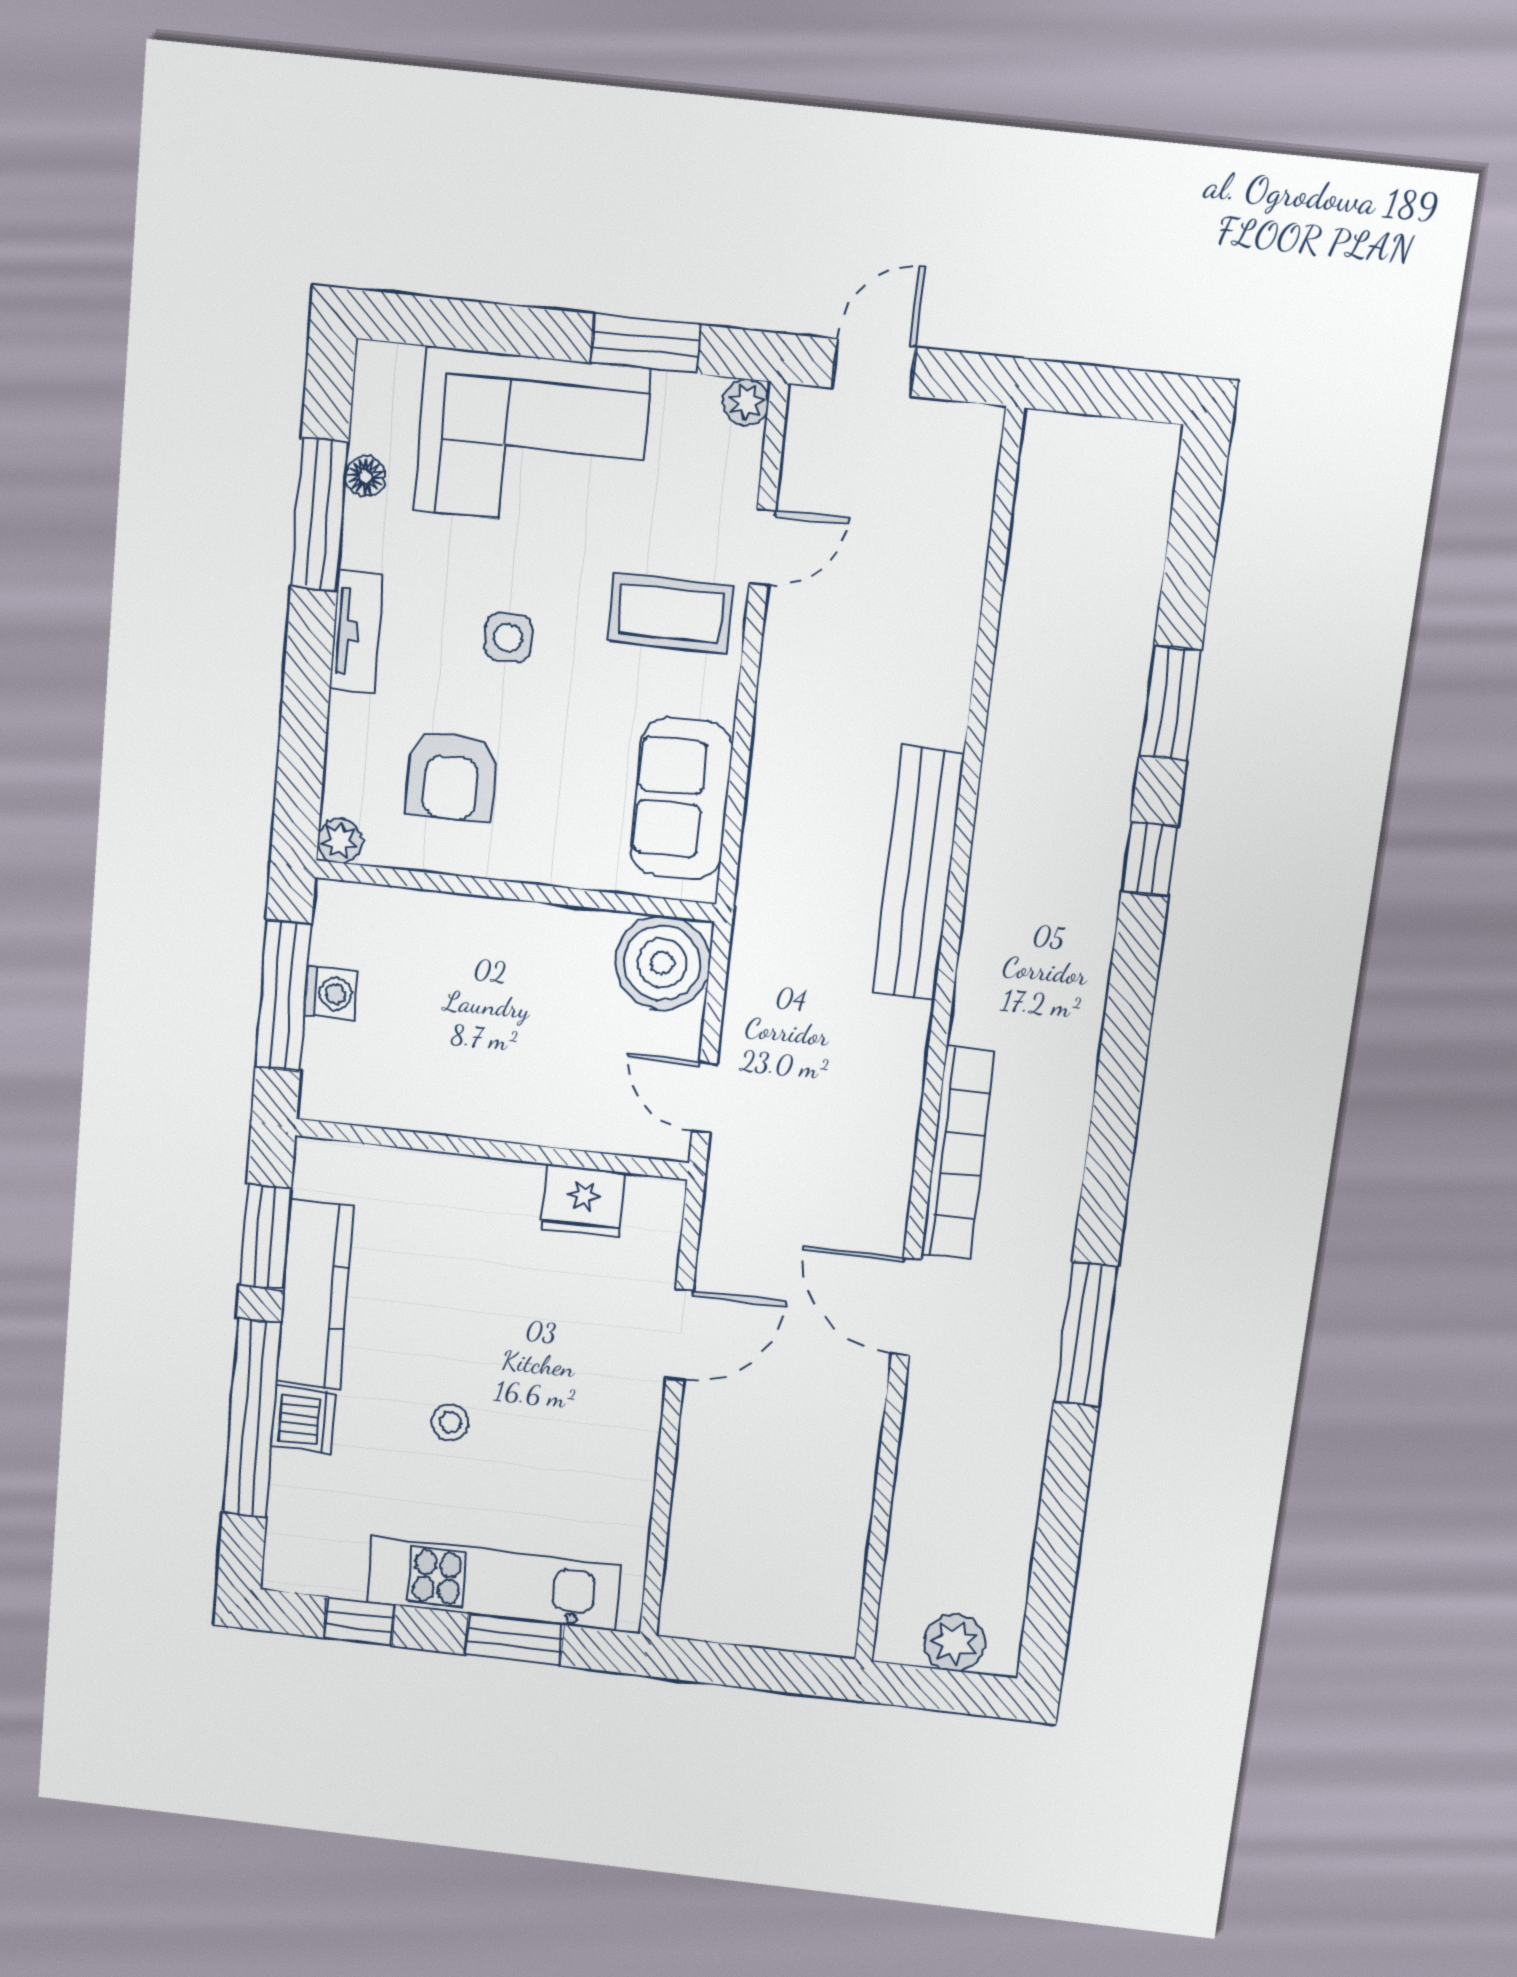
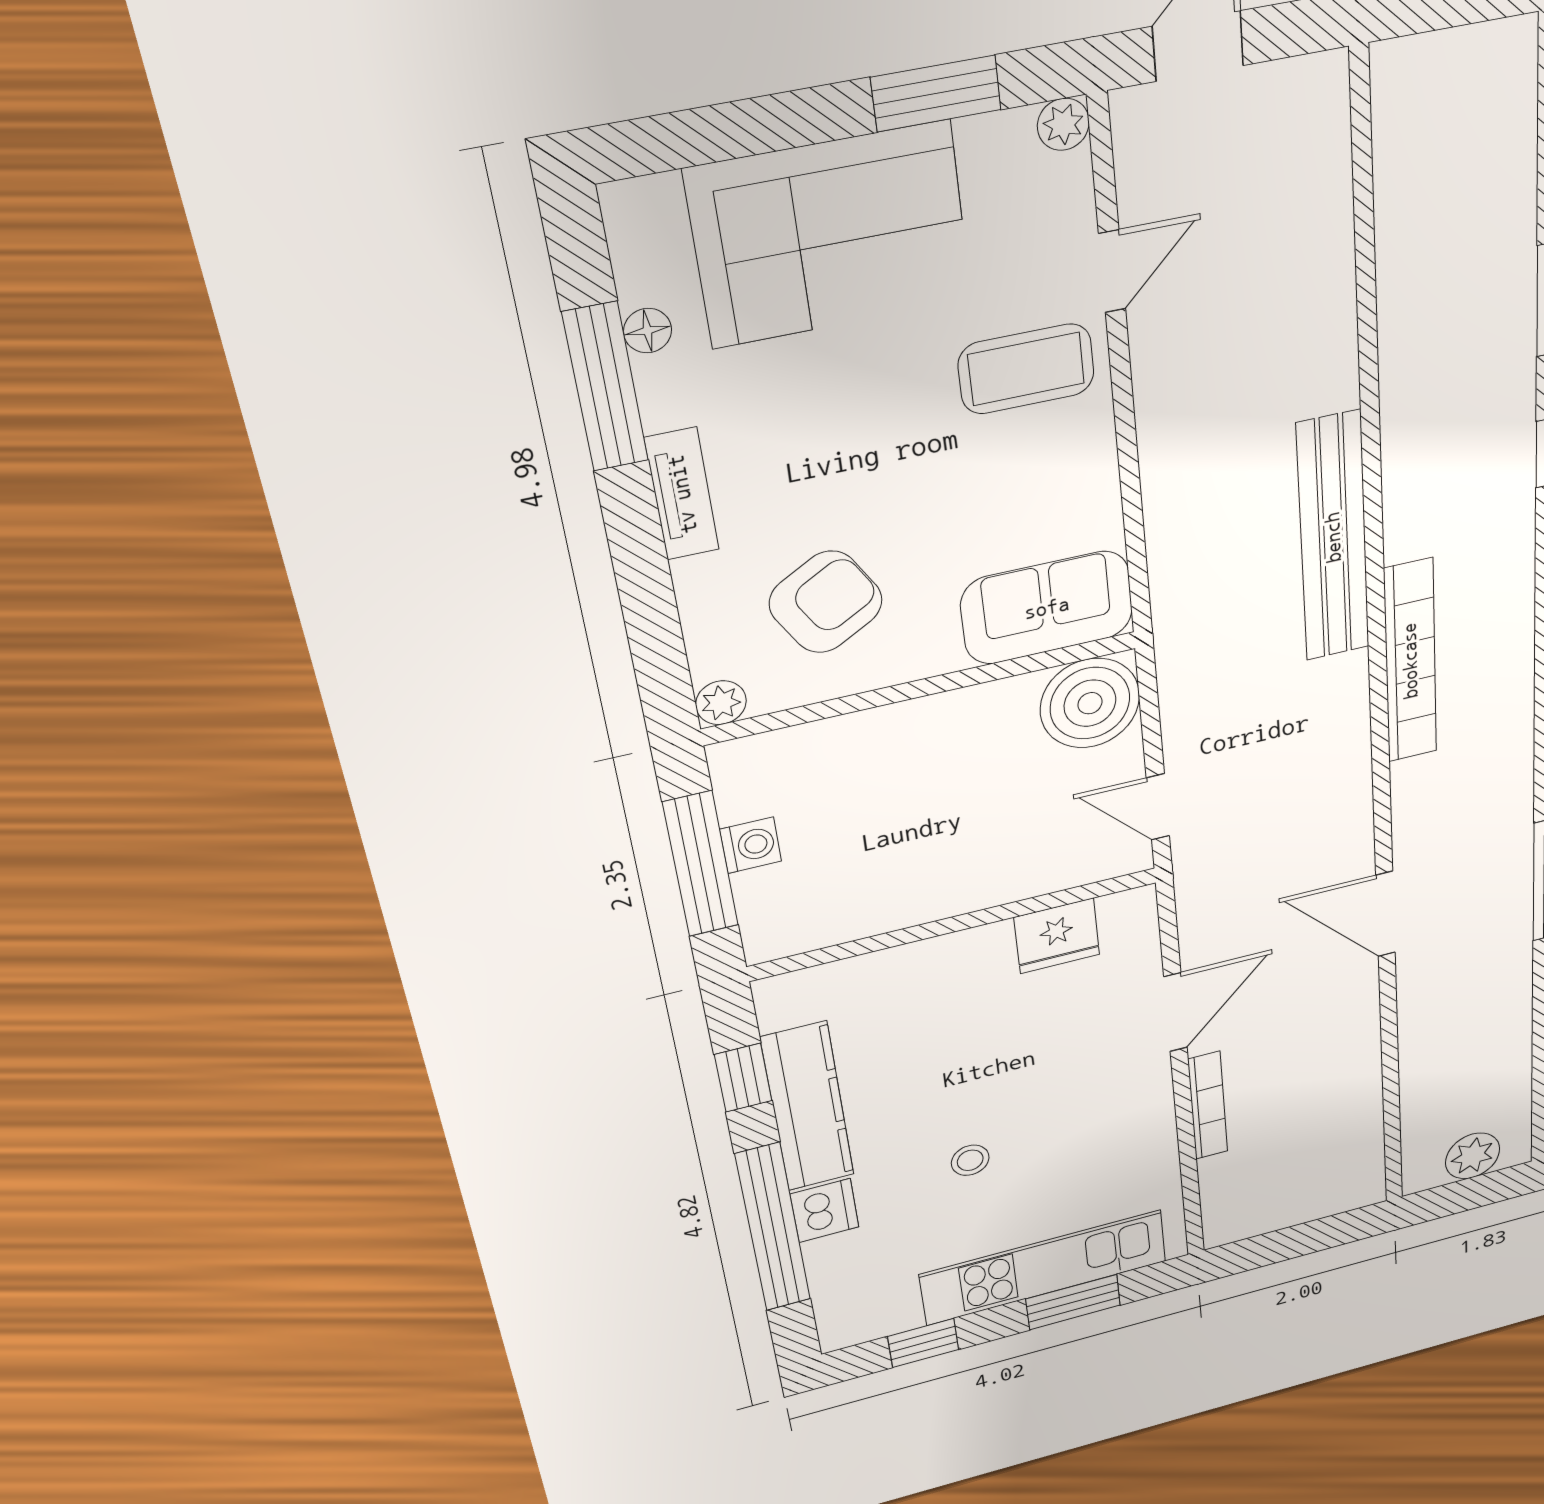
side table: (508, 638) -> (854, 448), removed
armchair: (451, 776) -> (826, 602), turned -120
sofa: (681, 798) -> (1047, 608), moved, turned 90
bookcase: (958, 1154) -> (1410, 661), moved
window: (265, 1237) -> (743, 1078), width x0.67
bookcase: (692, 1459) -> (1208, 1106), added

